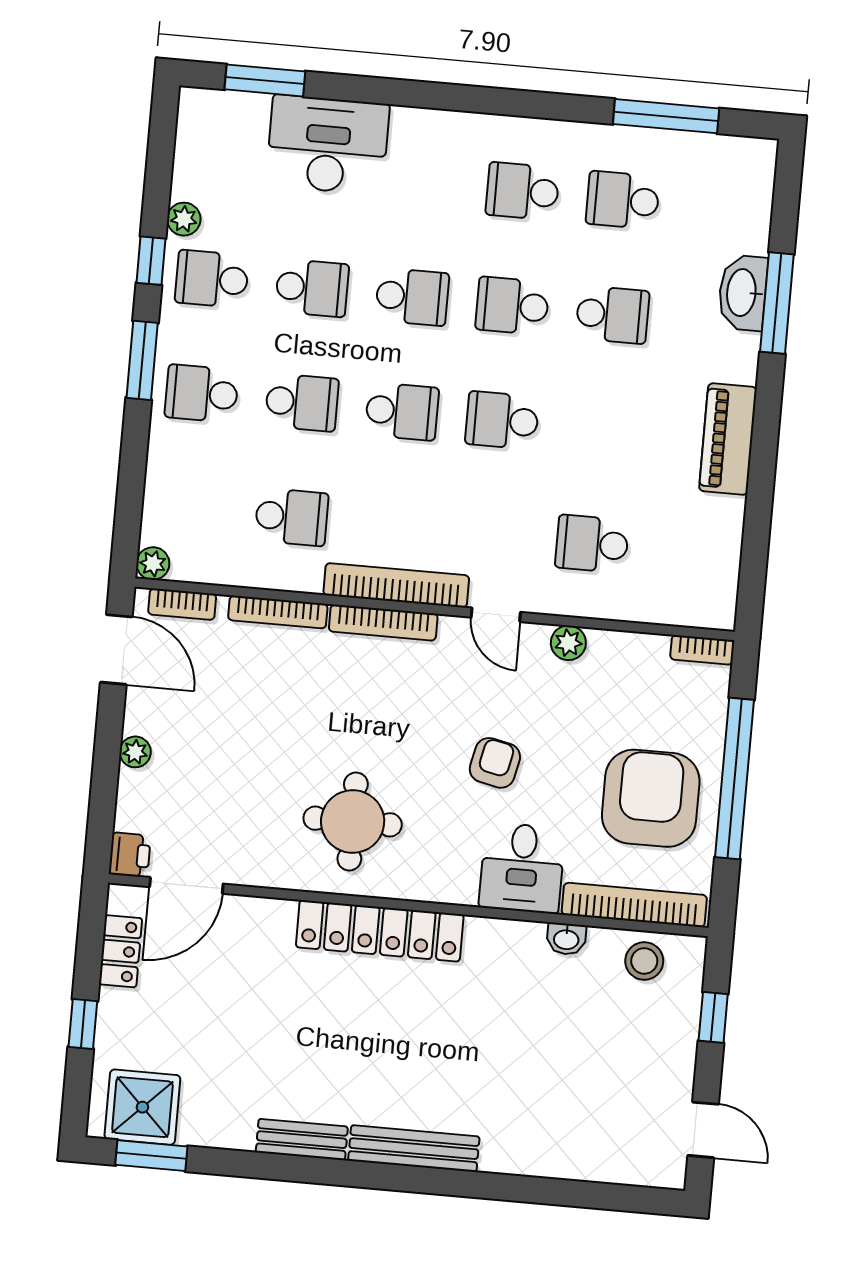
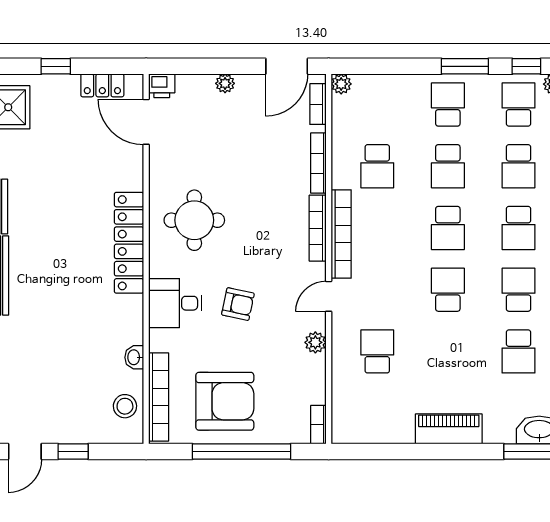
desk: (522, 868) -> (175, 303), moved
window: (713, 1017) -> (73, 451), moved

